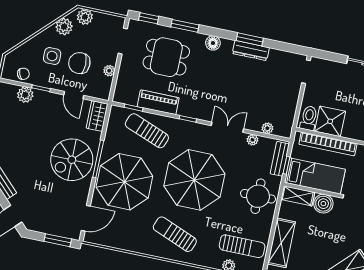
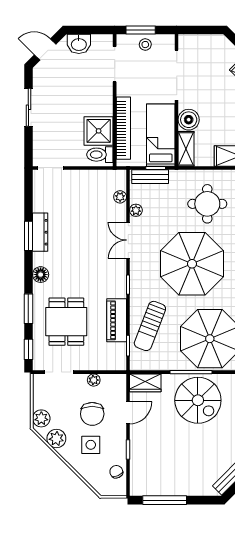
plant: (25, 95) -> (138, 465), removed
round table: (258, 196) -> (207, 204), moved

